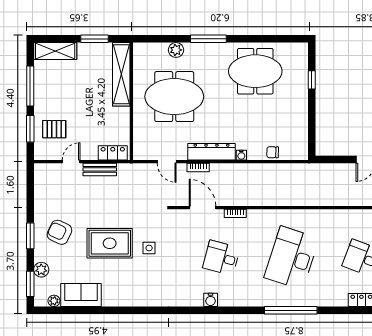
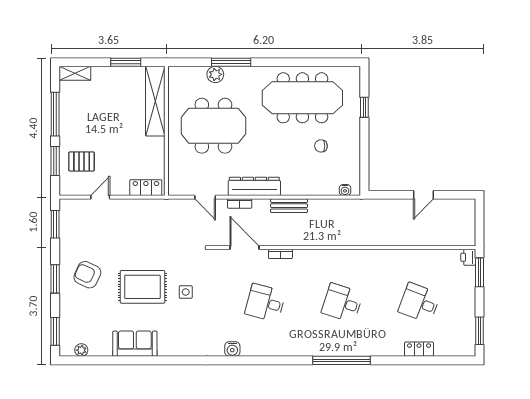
window: (208, 39) -> (231, 62), moved
shelving: (55, 51) -> (75, 73), width x0.67, depth x0.75
meeting table: (255, 71) -> (302, 98), width x1.36
chair: (273, 152) -> (321, 146), moved
water cooler: (241, 155) -> (345, 190), moved
bench: (100, 169) -> (289, 206), moved
window: (30, 186) -> (55, 224), added
desk: (292, 258) -> (342, 303), width x0.53, depth x0.77
plant: (41, 270) -> (67, 316), removed
sofa: (81, 295) -> (135, 344), moved
water cooler: (211, 300) -> (232, 349), moved

